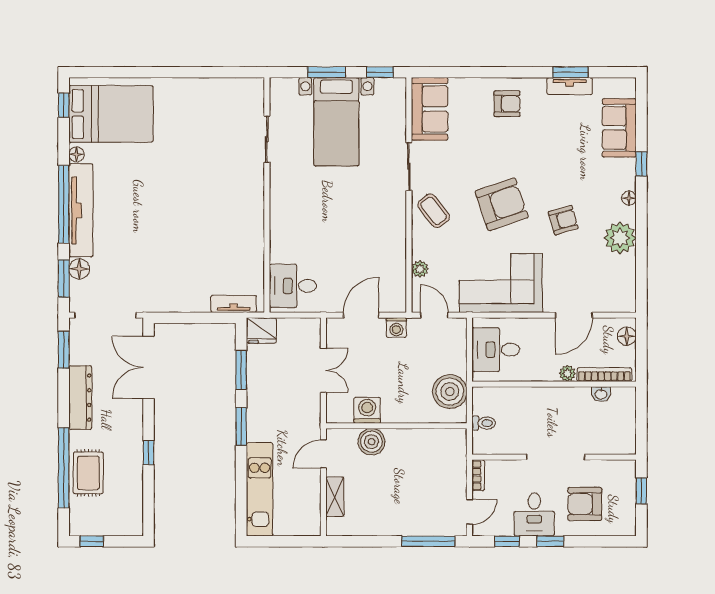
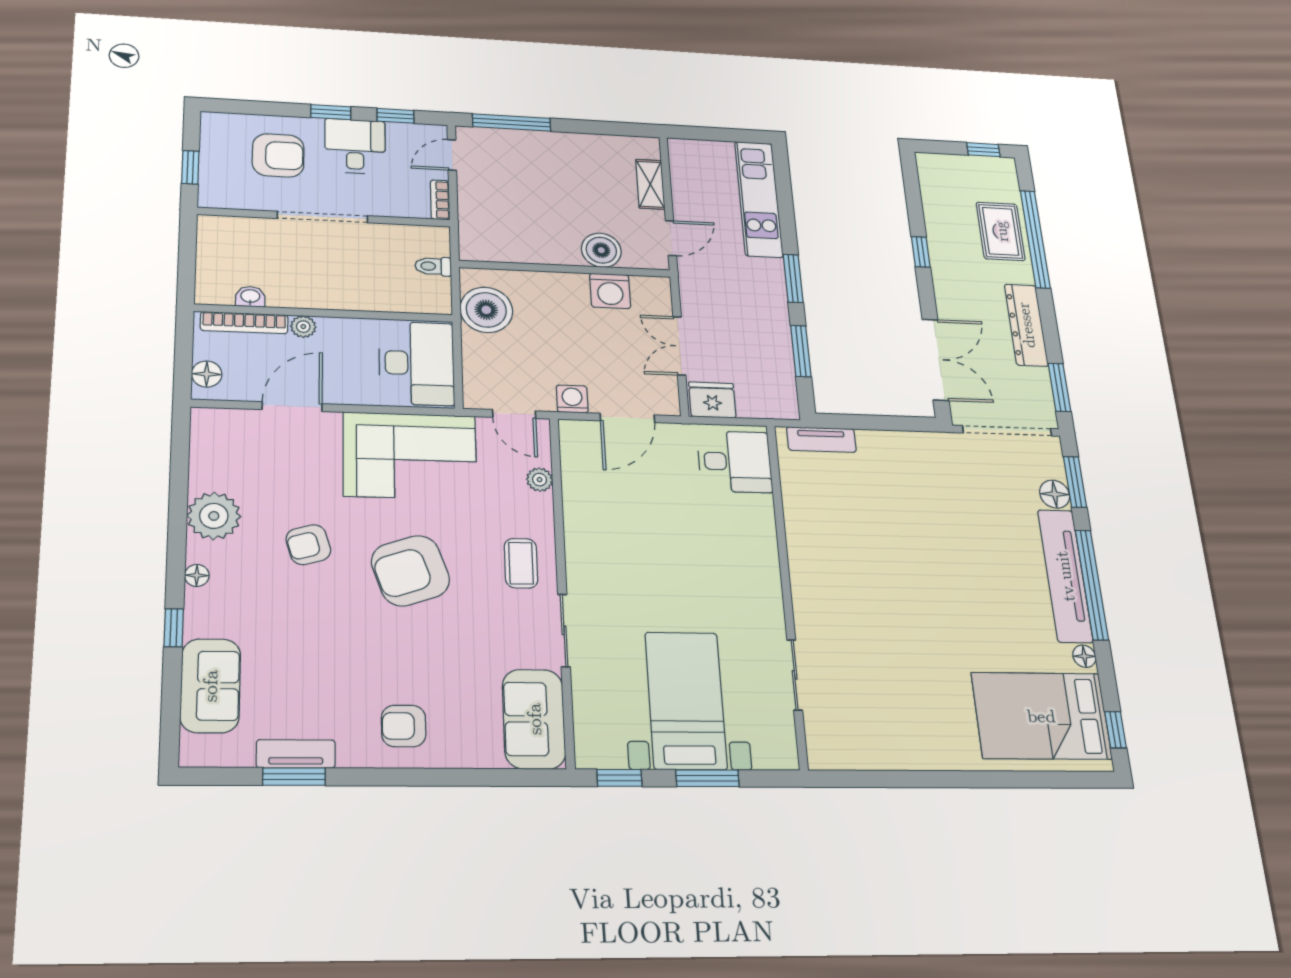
coffee table: (434, 211) -> (521, 563), turned 38
fridge: (261, 330) -> (712, 400), moved
desk: (496, 350) -> (417, 363), width x1.37

